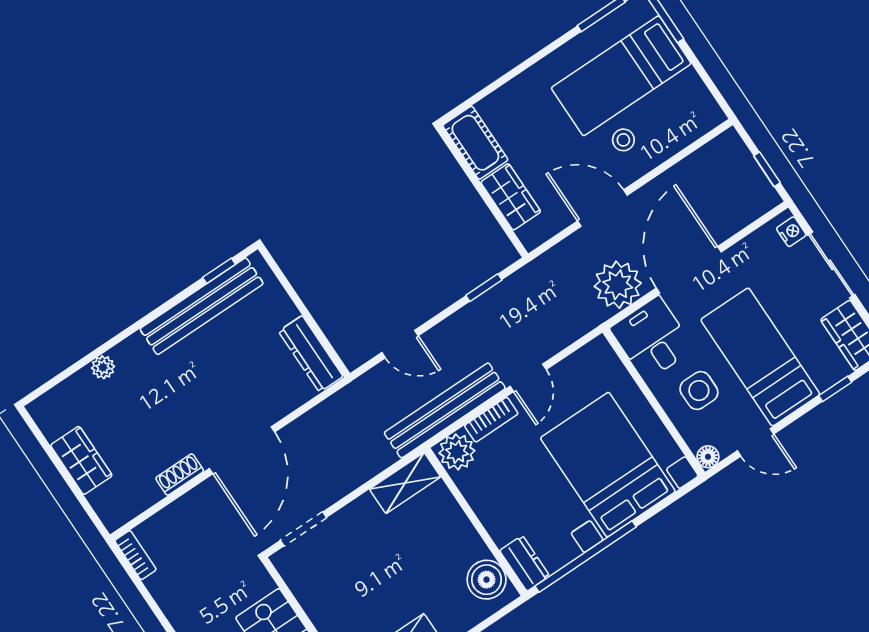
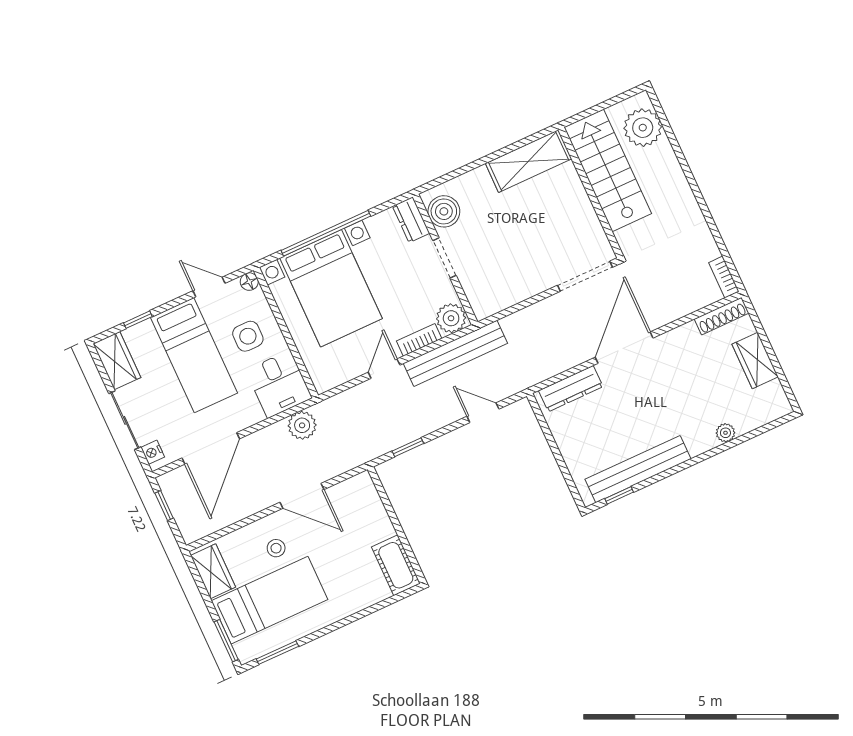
wardrobe: (511, 197) -> (213, 571), moved, turned 180
door: (689, 270) -> (211, 448), moved
plant: (618, 285) -> (302, 425), width x0.73, depth x0.73
dresser: (311, 354) -> (571, 389), moved, turned 90
shoe rack: (180, 475) -> (722, 316), moved, width x1.43
shelving: (405, 483) -> (497, 300), removed
doorway: (477, 524) -> (444, 258), added
doorway: (303, 529) -> (585, 276), width x1.38
window: (586, 557) -> (326, 233), moved

